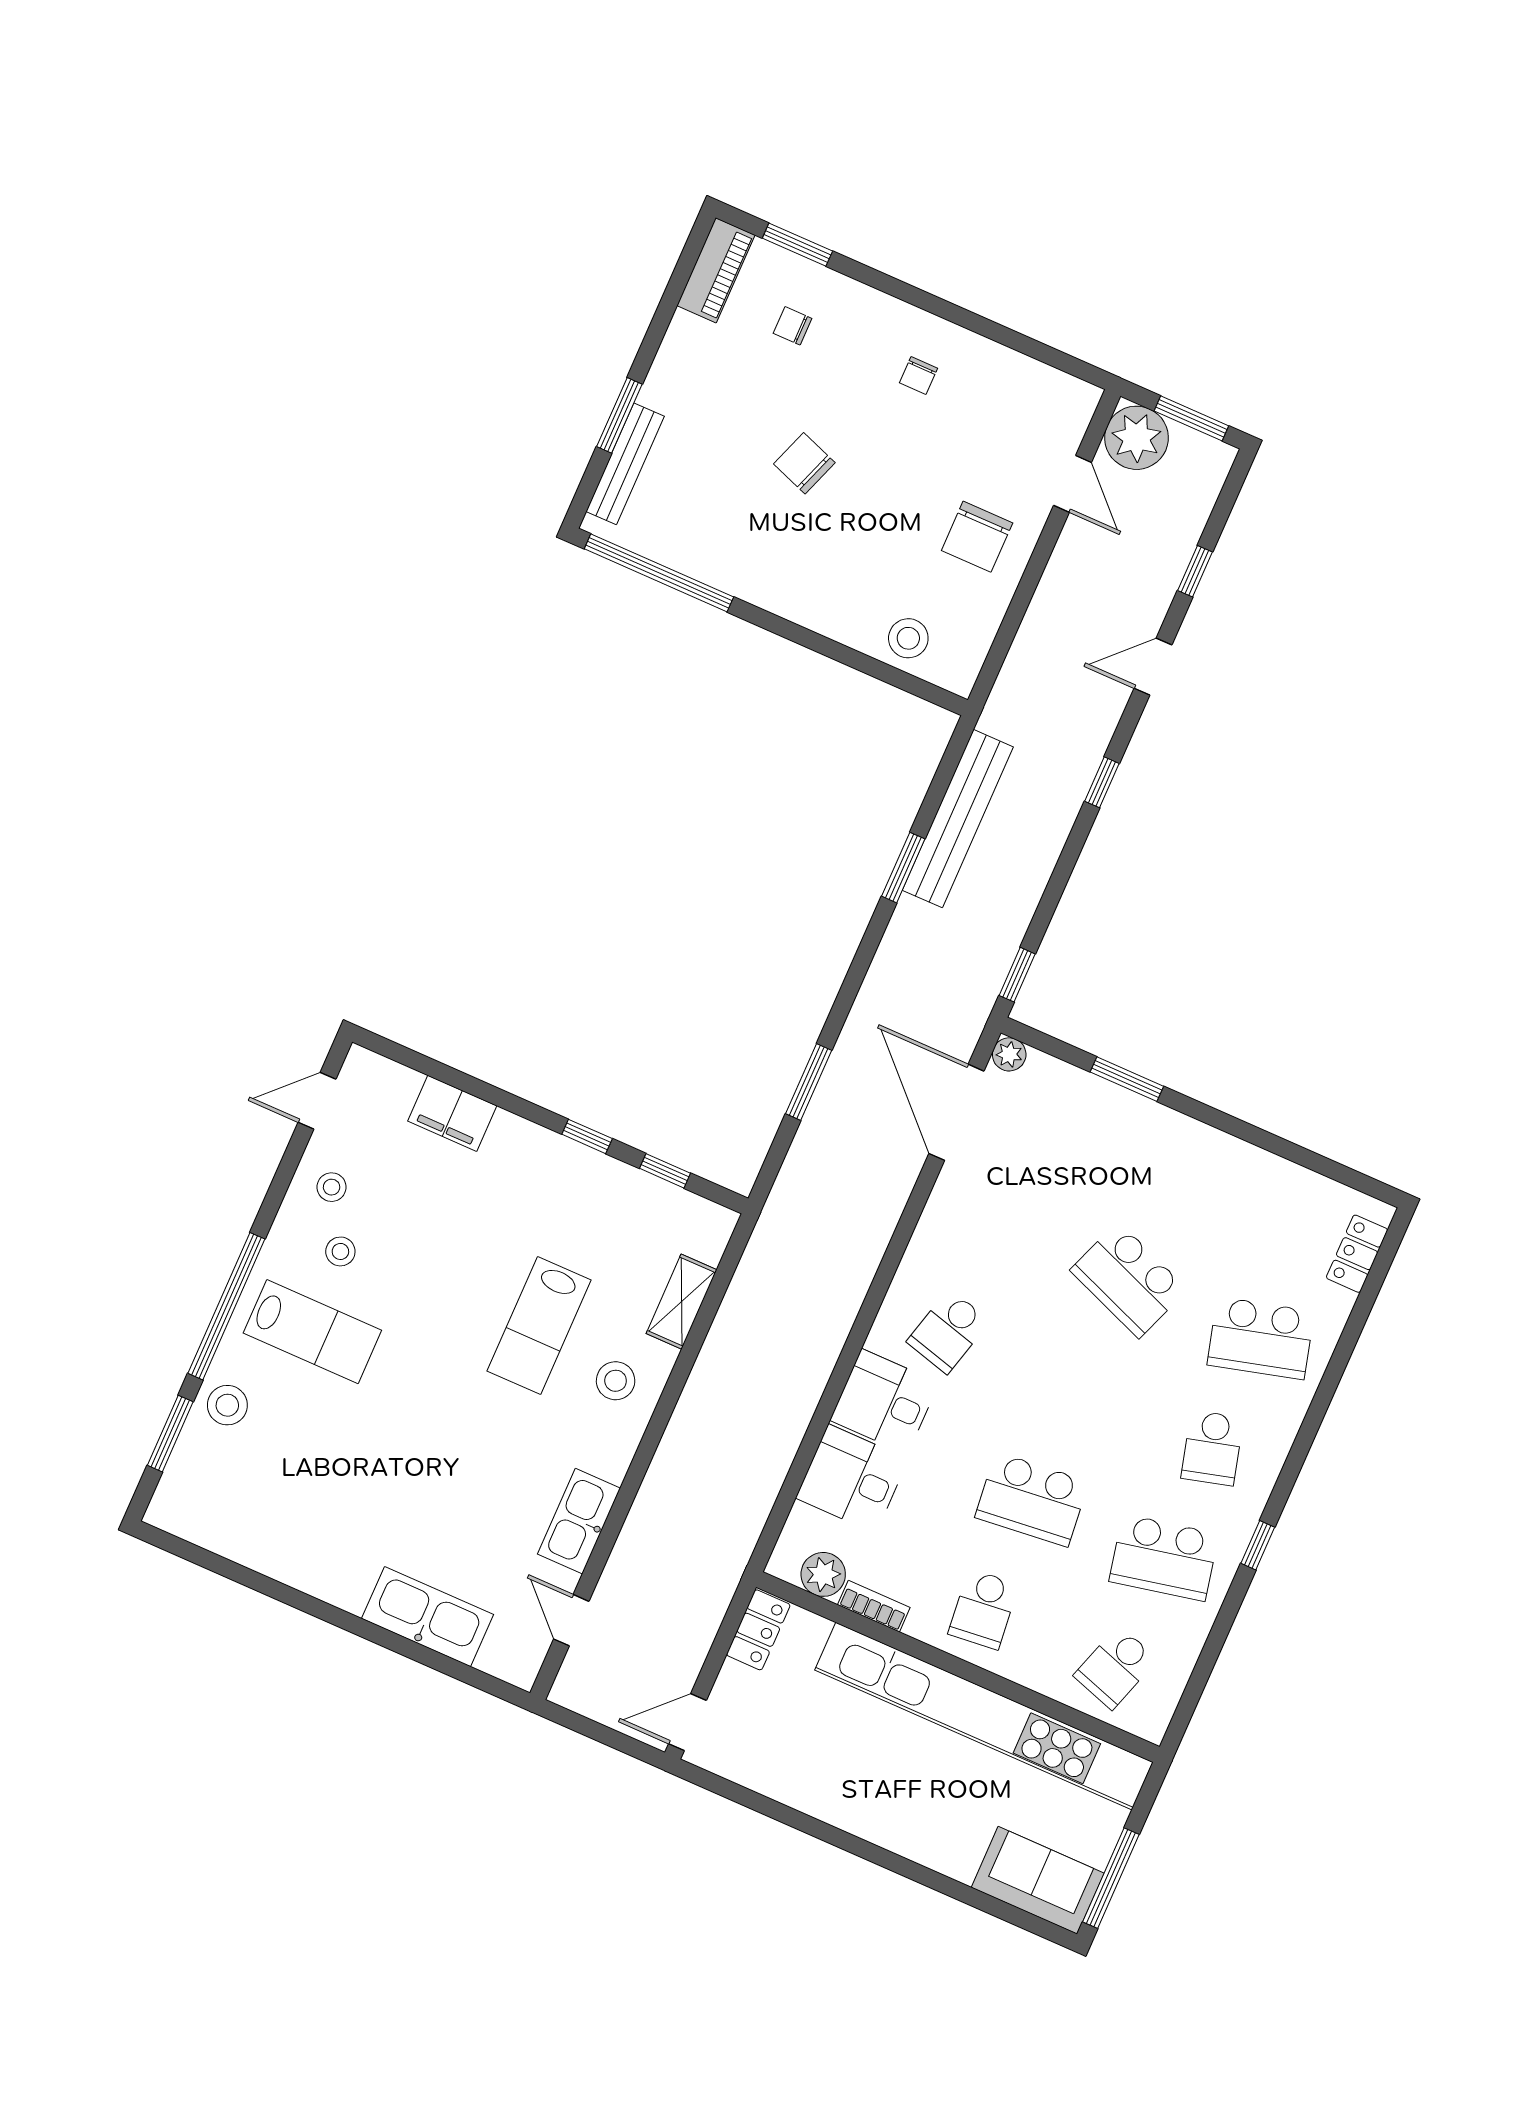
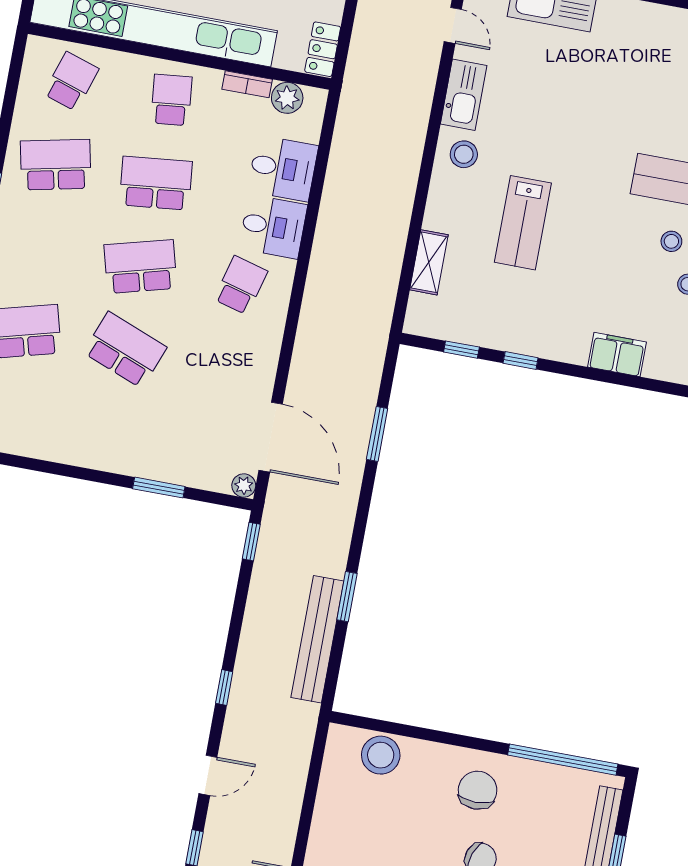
chair: (977, 537) -> (478, 790), moved
stool: (908, 638) -> (381, 755), width x1.38, depth x1.38
lab bench: (539, 1326) -> (523, 223), turned 180
stool: (616, 1381) -> (464, 154), moved
school desk: (1212, 1448) -> (140, 267), moved, width x1.85

